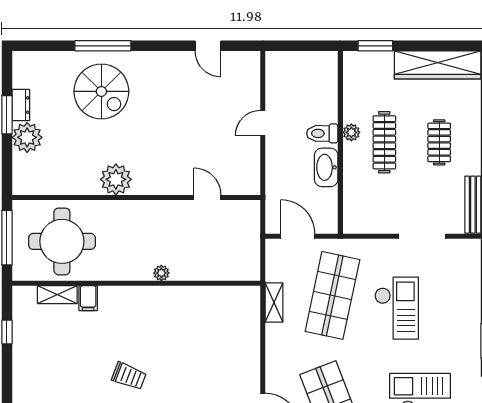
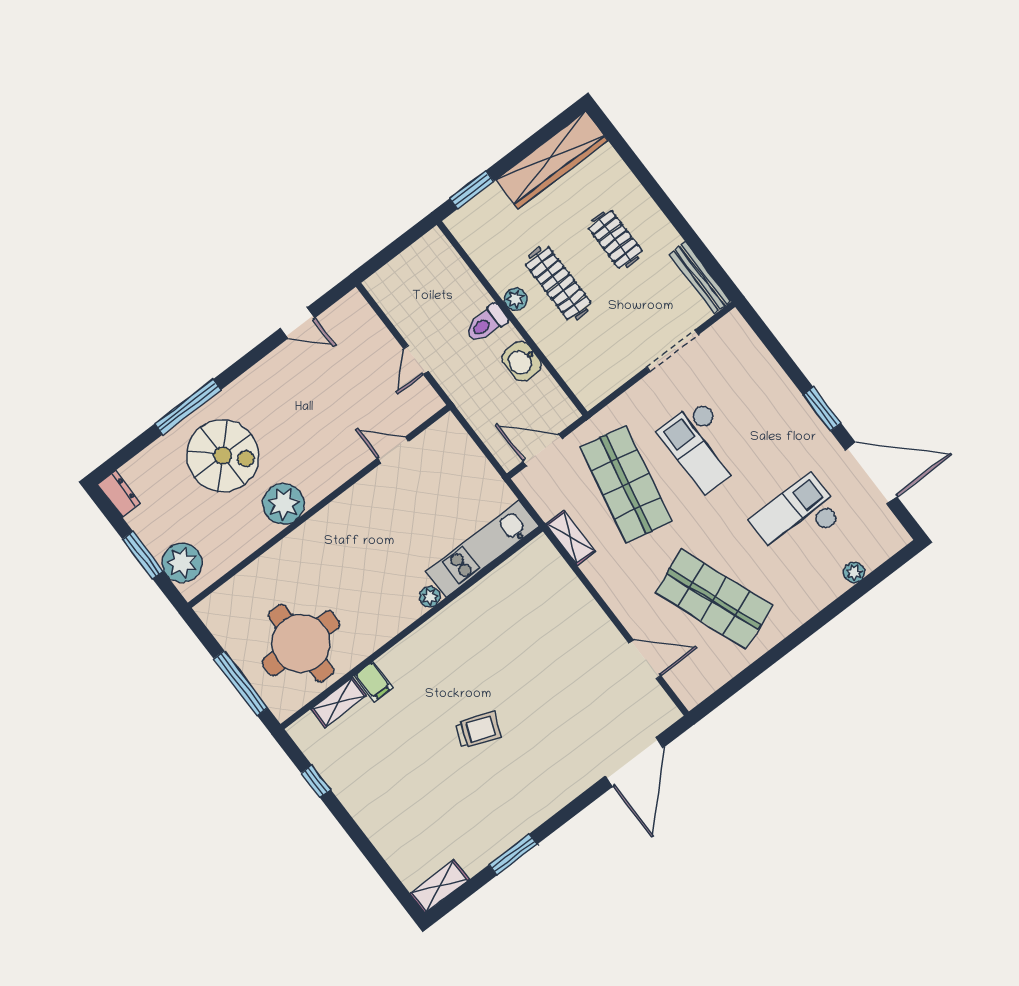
dresser: (21, 105) -> (119, 494), moved
washbasin: (326, 167) -> (522, 361), width x0.72
plant: (116, 179) -> (283, 504), moved
wall: (136, 197) -> (319, 506), moved
door: (207, 197) -> (393, 450), moved
kitchen unit: (216, 268) -> (482, 549), added
checkout: (397, 308) -> (703, 446), turned 180

